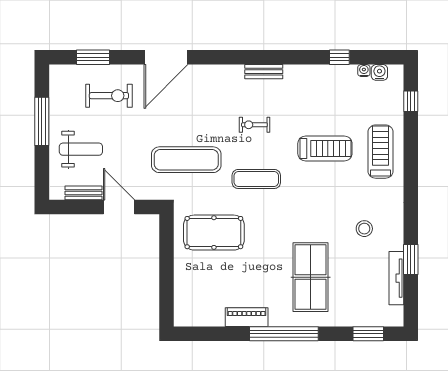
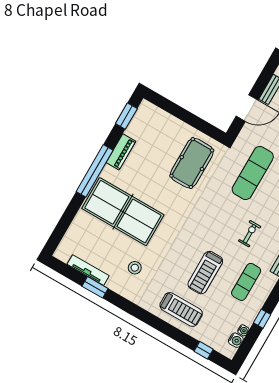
exercise mat: (256, 179) -> (246, 282), moved
table tennis table: (311, 277) -> (123, 212), width x1.36, depth x1.32
window: (368, 334) -> (126, 116), moved

